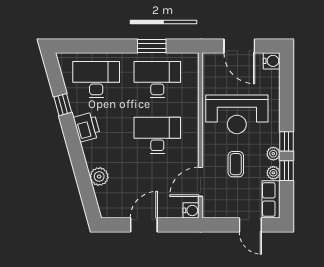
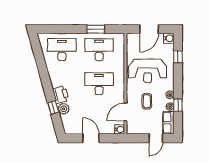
door: (239, 46) -> (149, 29), hinge flipped
window: (63, 105) -> (53, 107), moved
printer: (87, 127) -> (61, 95), moved
window: (287, 141) -> (178, 57), moved
door: (144, 225) -> (91, 138), hinge flipped
door: (250, 225) -> (156, 138), hinge flipped

